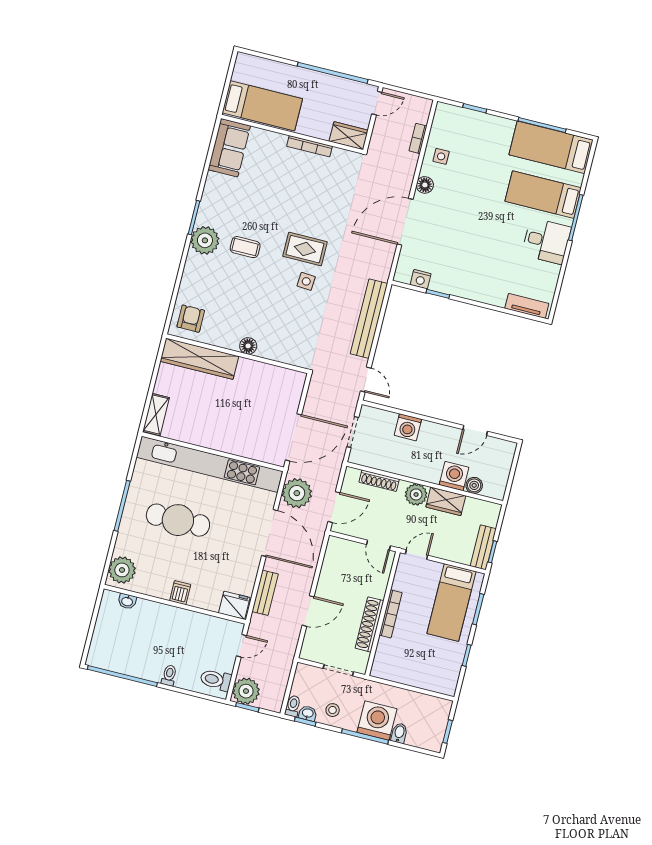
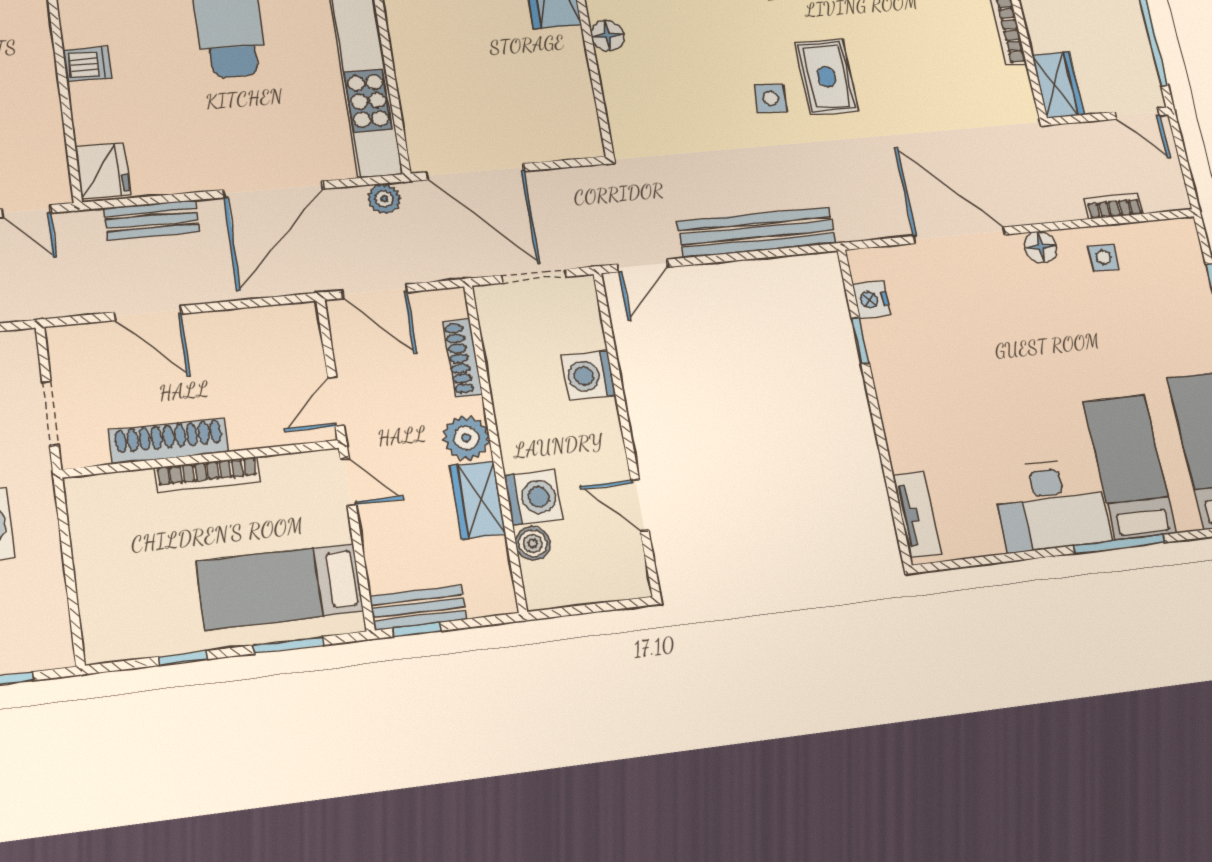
desk: (546, 241) -> (1051, 505), width x1.37
plant: (297, 493) -> (384, 199), width x0.53, depth x0.53

